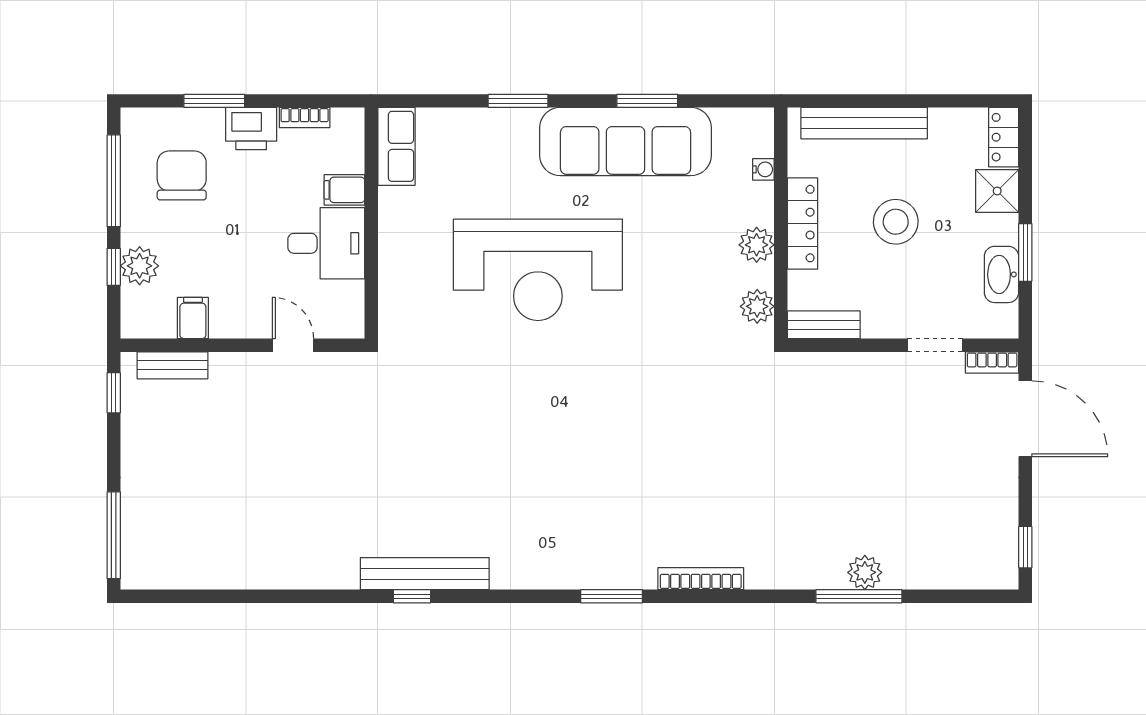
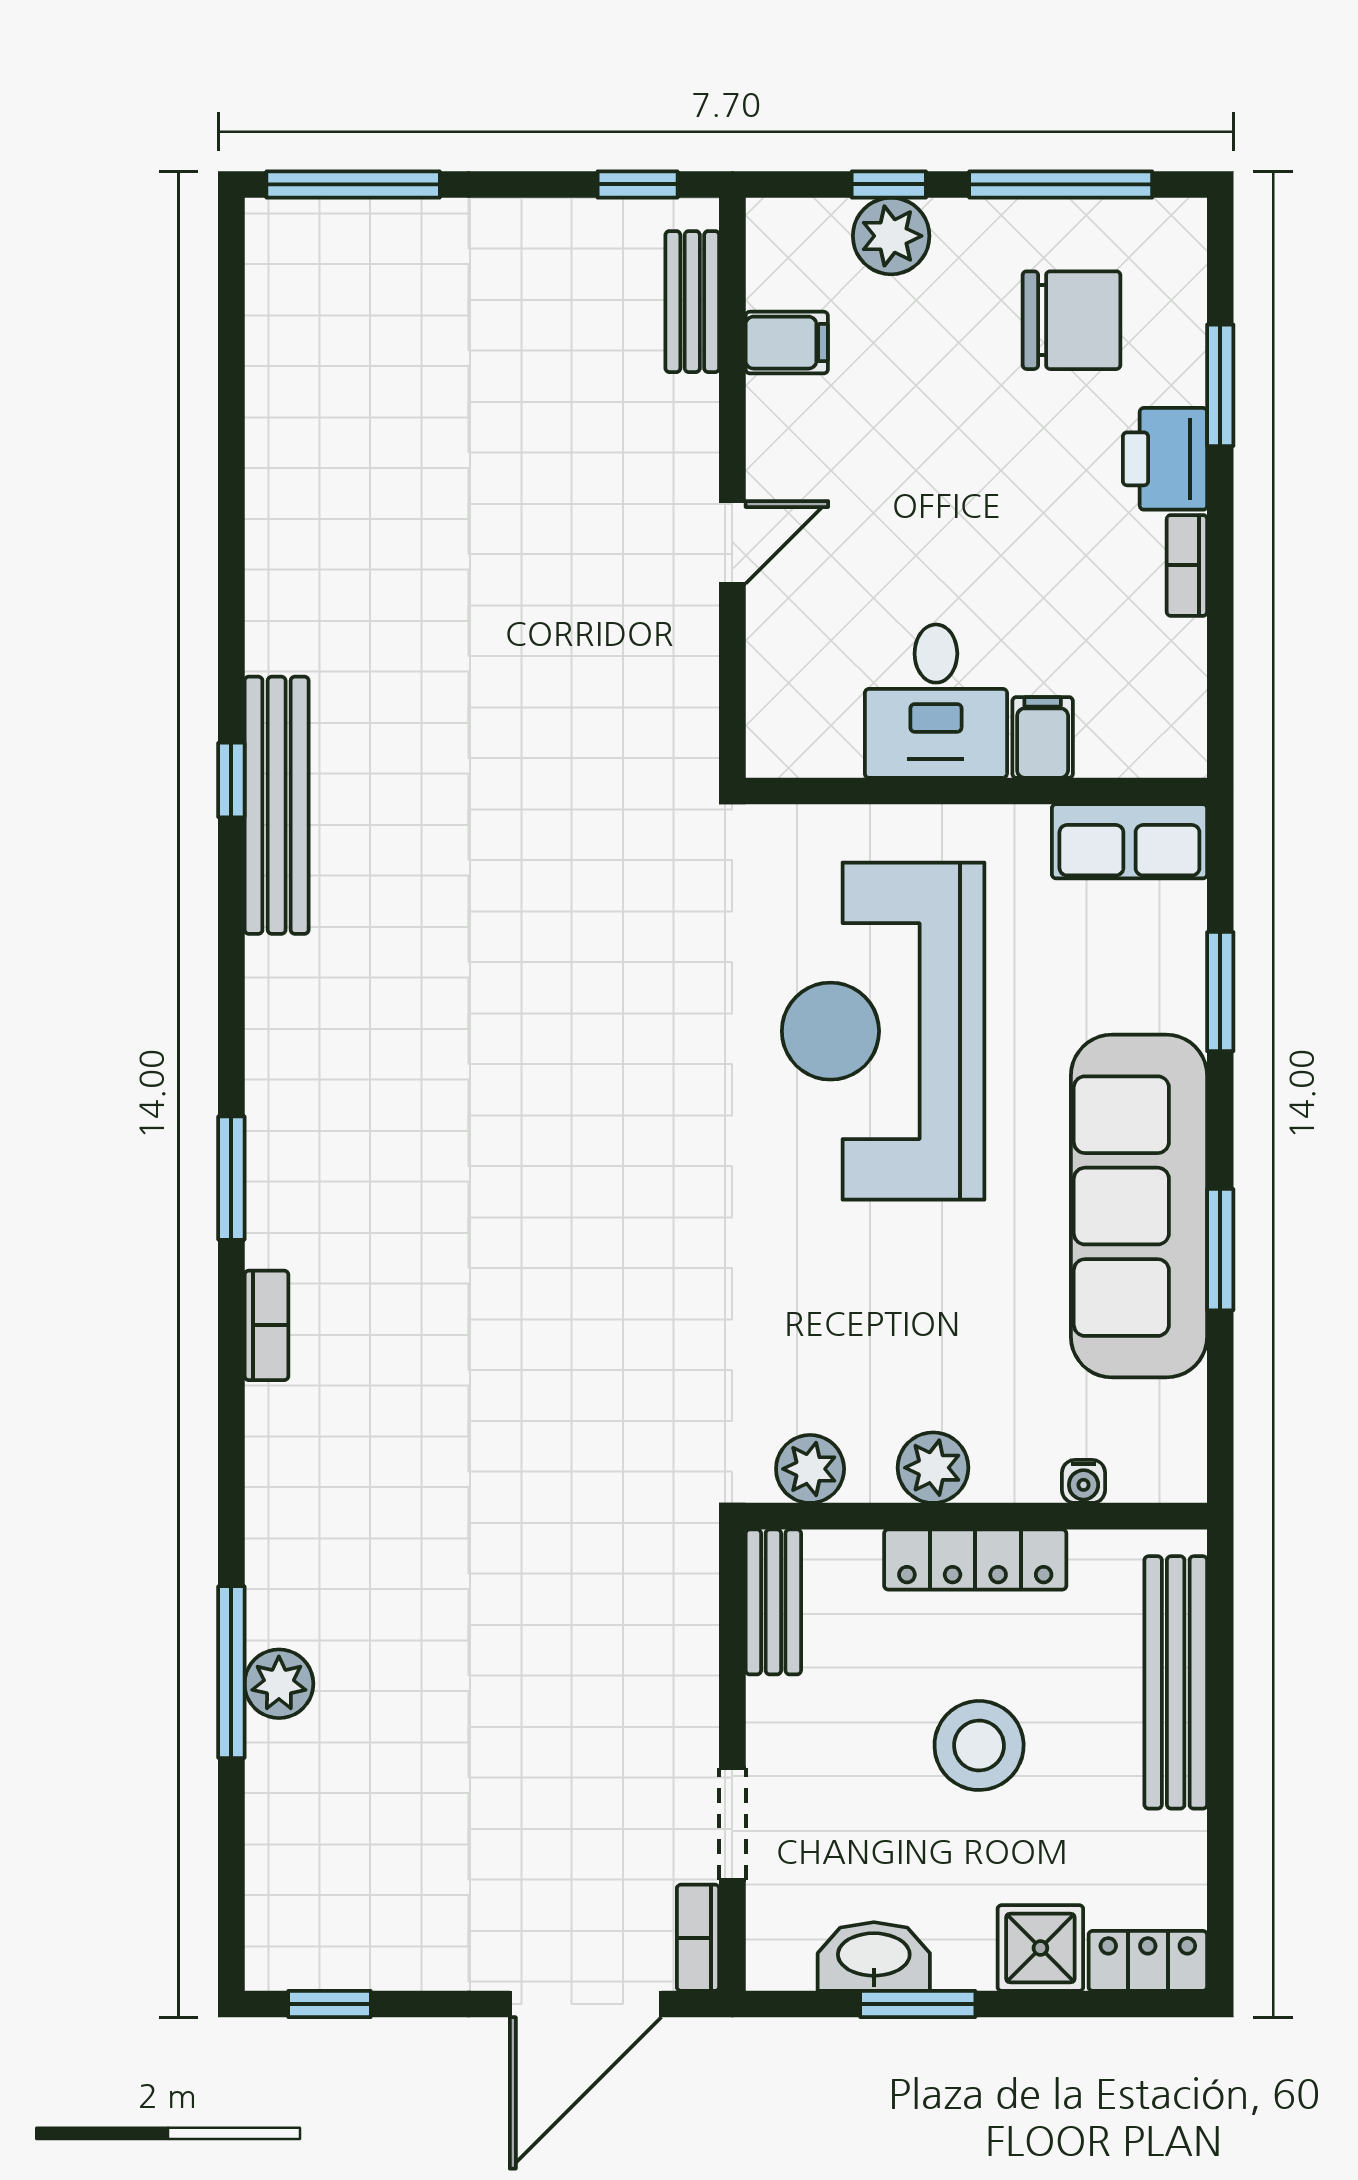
row of seats: (397, 146) -> (1129, 841), moved
filing cabinet: (344, 190) -> (1043, 737), moved
wall: (371, 223) -> (976, 791), moved
desk: (326, 243) -> (936, 701), moved
bookcase: (701, 579) -> (266, 1325), width x0.64

